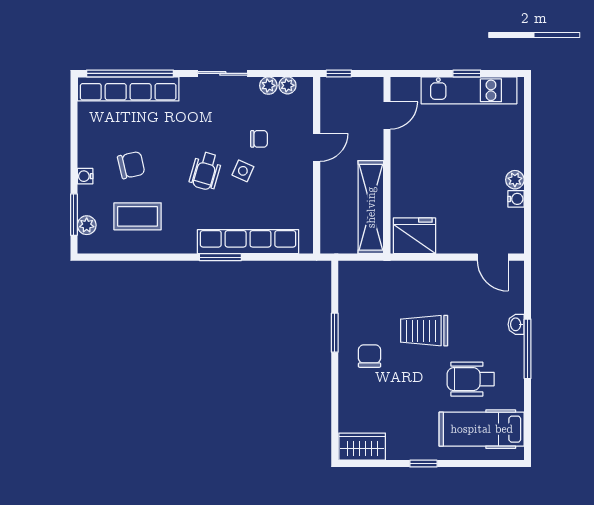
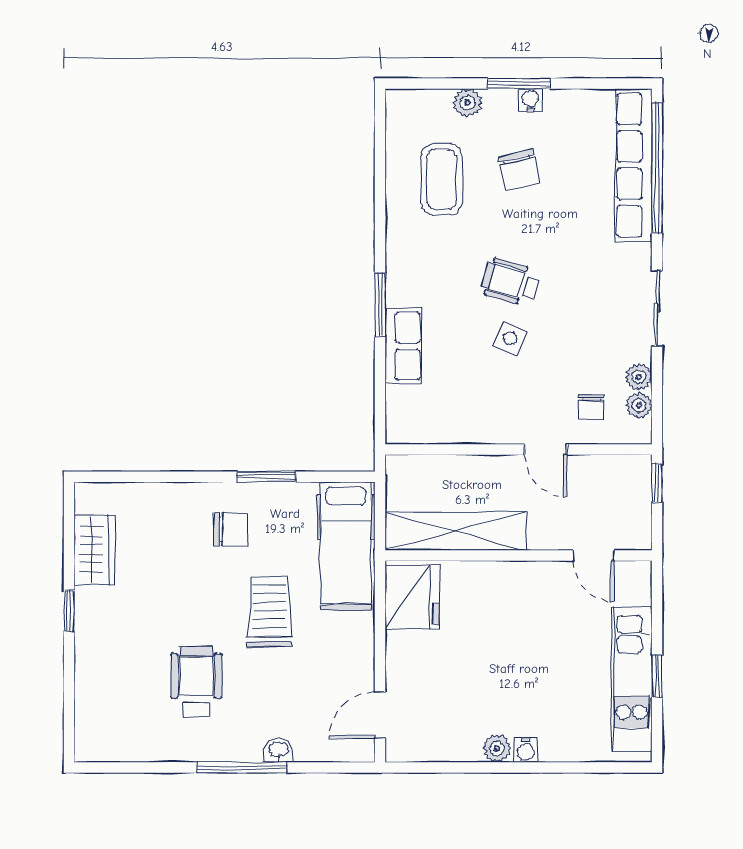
chair: (259, 139) -> (591, 407), moved
water cooler: (85, 176) -> (530, 100), moved
water cooler: (516, 199) -> (526, 750), moved
window: (74, 215) -> (519, 83), moved
plant: (87, 225) -> (467, 103), moved
row of seats: (248, 242) -> (403, 346), width x0.50
hospital bed: (482, 429) -> (346, 546), moved, turned 180
wardrobe: (362, 447) -> (94, 549), moved

